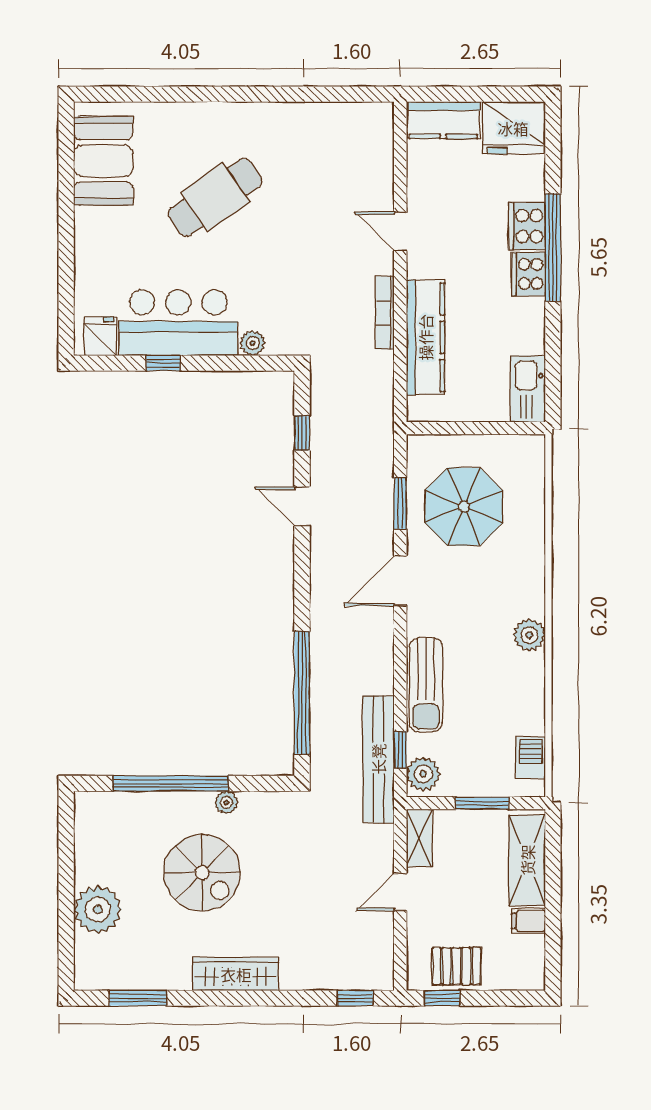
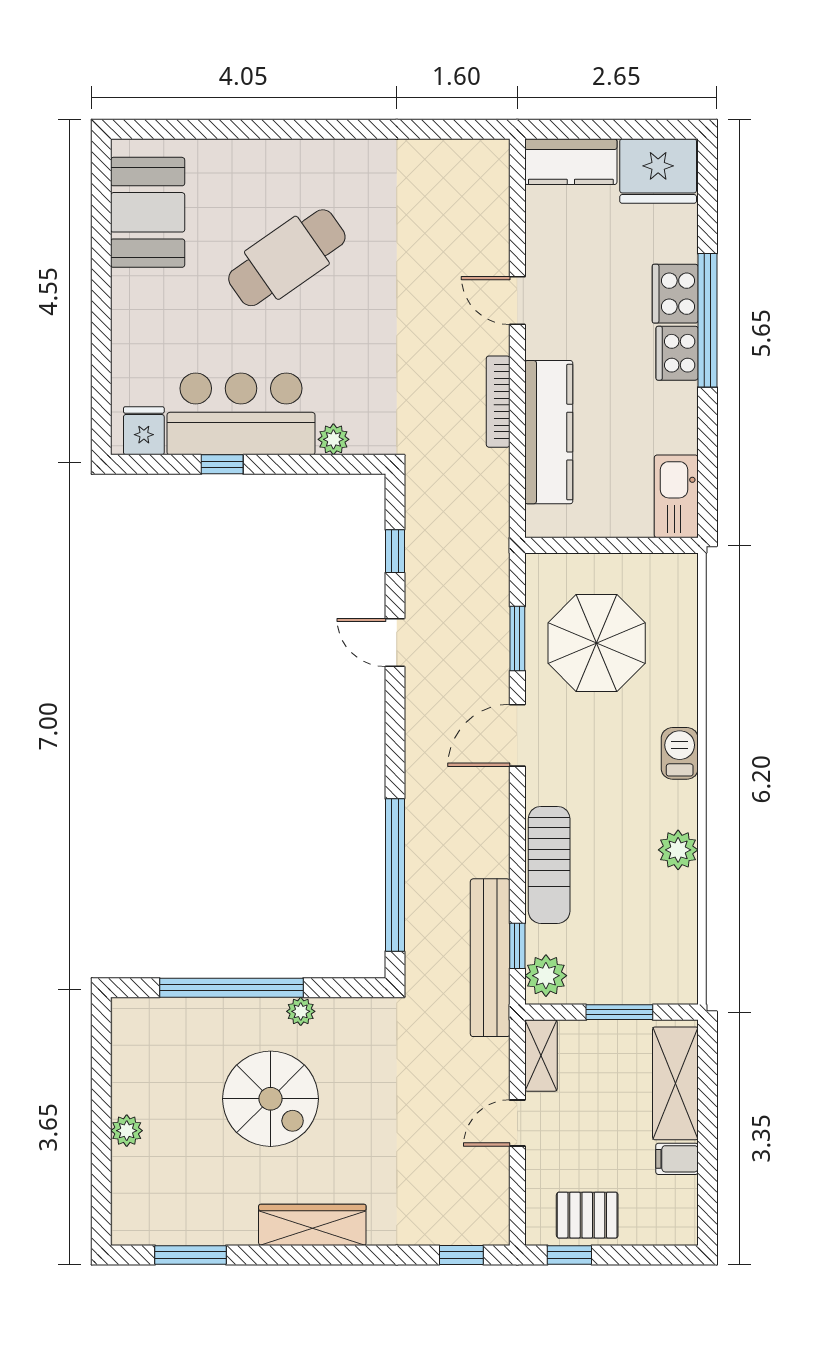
plant: (529, 635) -> (678, 850), moved
barbecue: (531, 758) -> (680, 753), moved
plant: (98, 909) -> (127, 1131), width x0.53, depth x0.53

